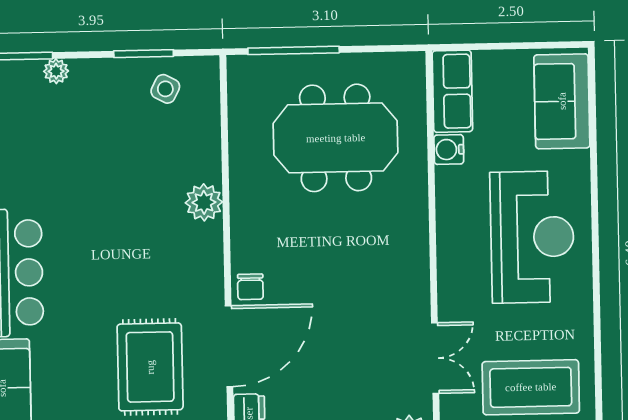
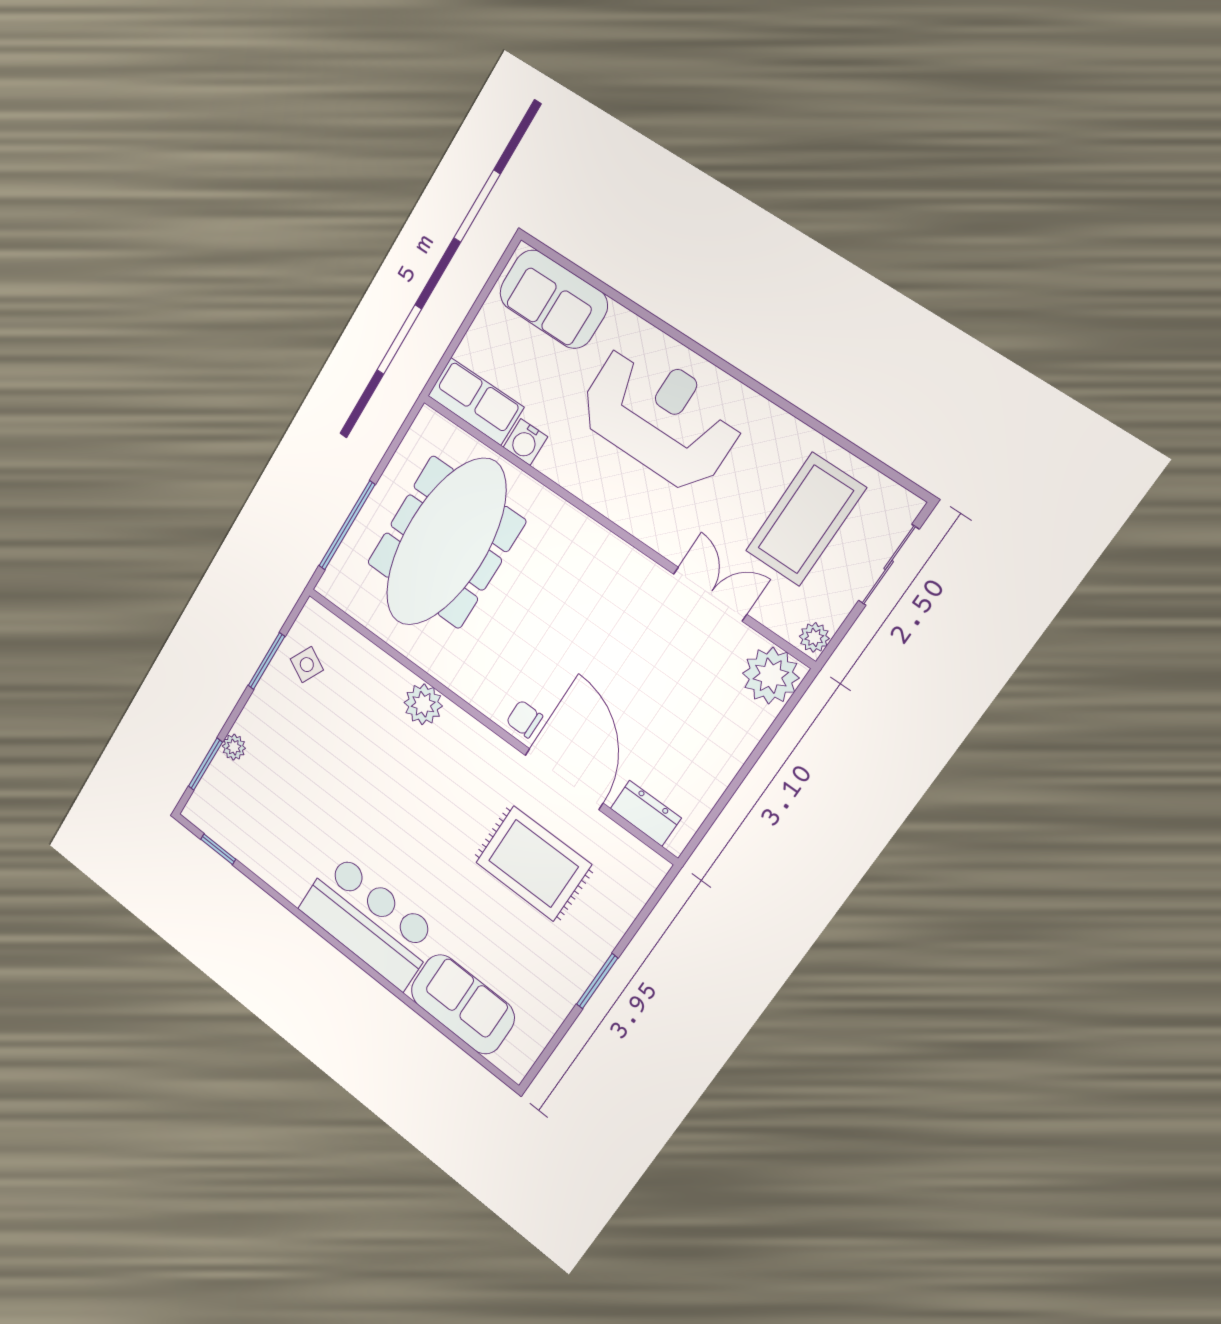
meeting table: (336, 138) -> (446, 542), width x1.36
chair: (250, 287) -> (524, 719), turned 180

